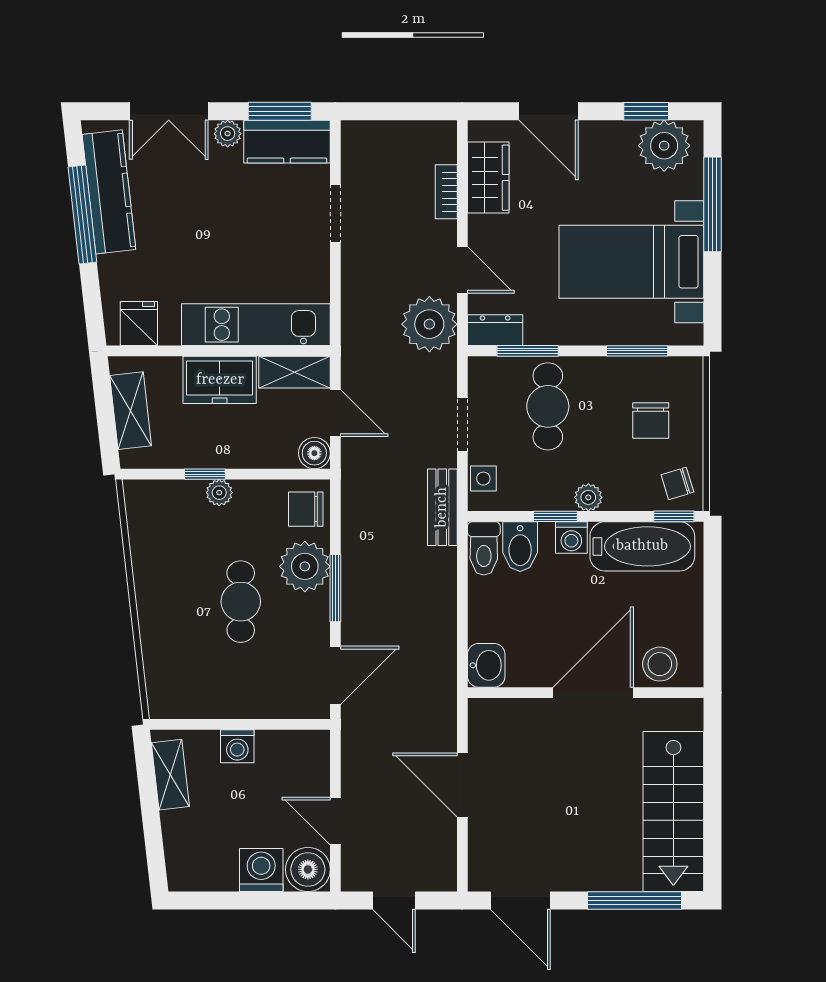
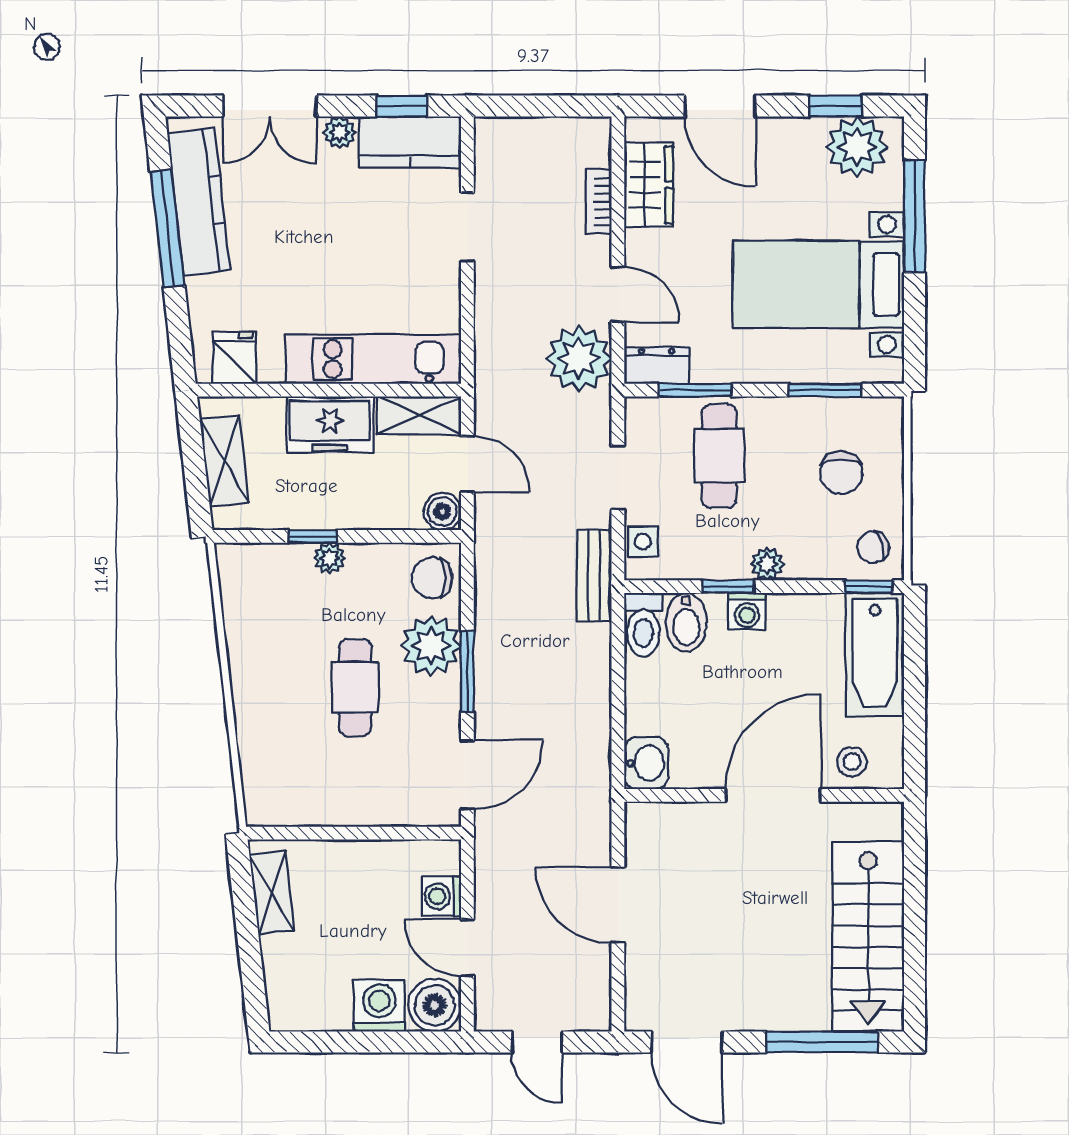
window: (280, 111) -> (401, 106), width x0.67
bathtub: (642, 546) -> (875, 655), moved, turned 90
stool: (660, 664) -> (852, 762), width x0.73, depth x0.73
washing machine: (237, 746) -> (441, 896), moved, turned 90

